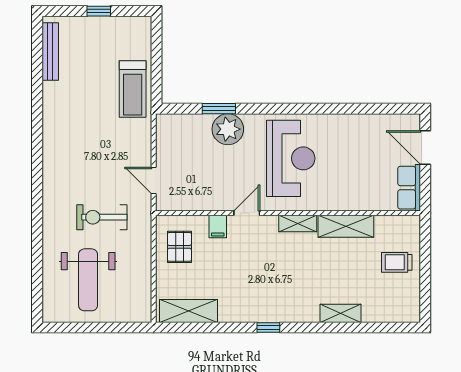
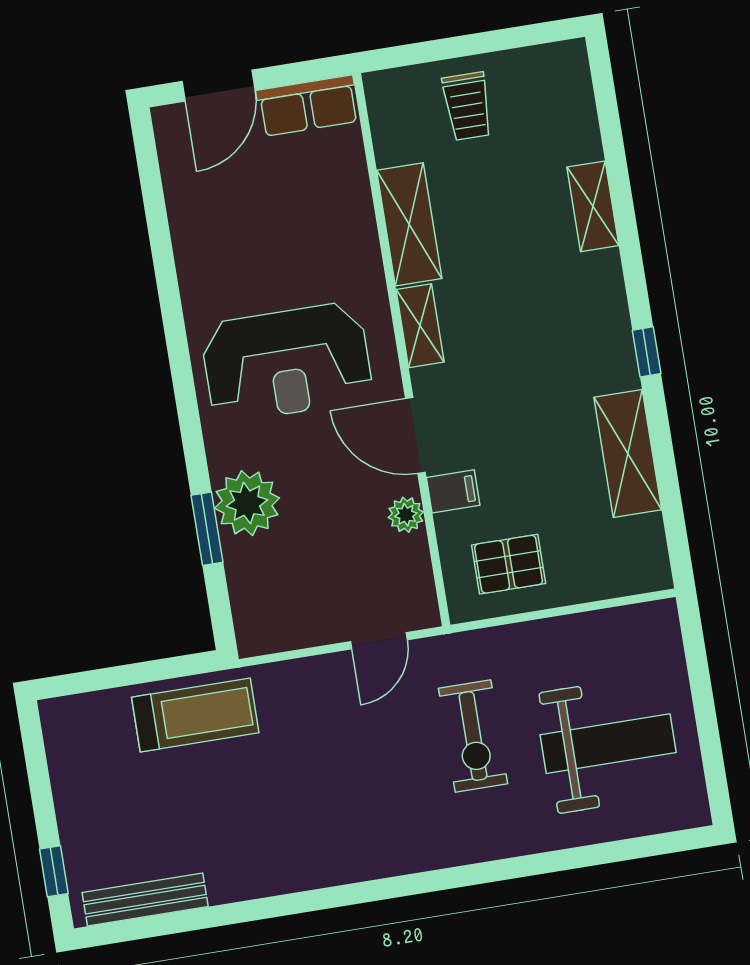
window: (99, 11) -> (54, 871), moved
reception desk: (291, 158) -> (287, 362), turned 180
plant: (210, 203) -> (406, 515), added
door: (247, 213) -> (415, 436), width x1.38
shelving: (188, 311) -> (628, 454), moved

